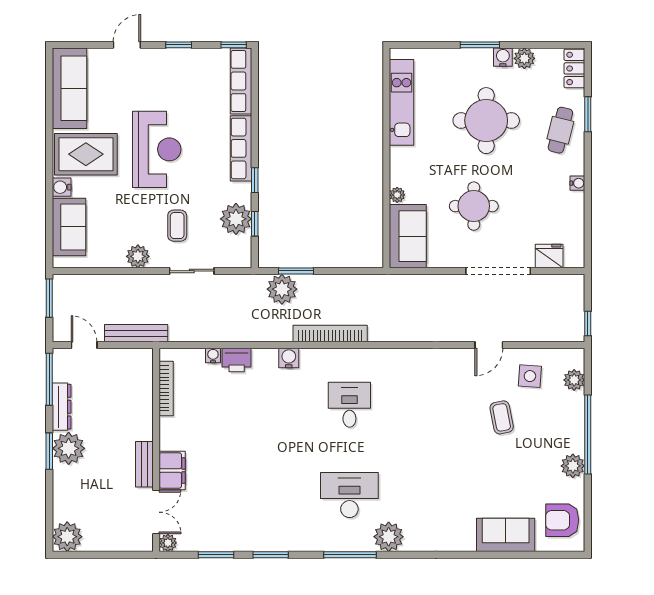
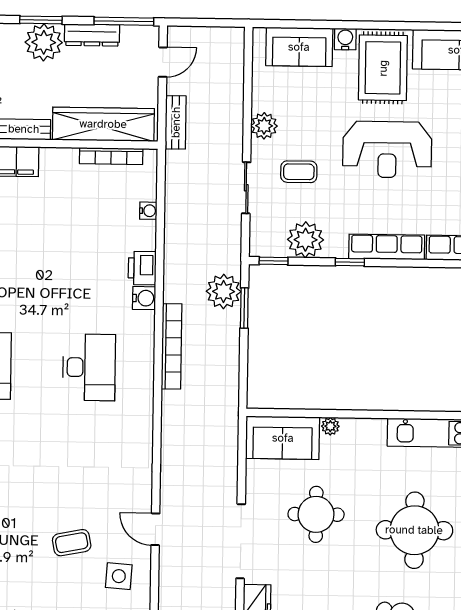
window: (255, 224) -> (274, 261), moved
window: (49, 298) -> (218, 23), removed
bench: (136, 333) -> (176, 122), width x0.73
printer: (237, 360) -> (142, 268), moved
wardrobe: (139, 396) -> (103, 124), added
desk: (349, 405) -> (89, 367), width x1.37

